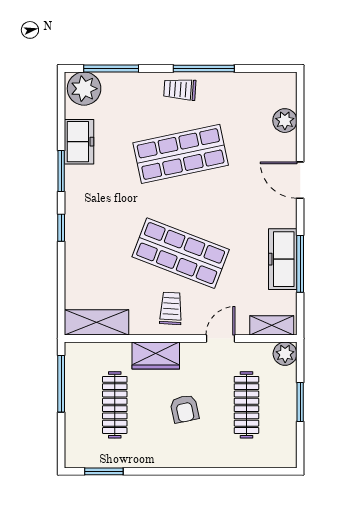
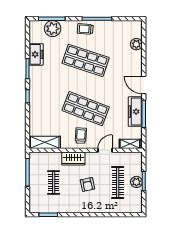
plant: (84, 89) -> (53, 29), moved
shop shelf: (181, 154) -> (86, 60), turned 30
door: (300, 180) -> (144, 85), moved
plant: (285, 354) -> (136, 182), moved
clothes rail: (115, 405) -> (54, 183), width x0.73

